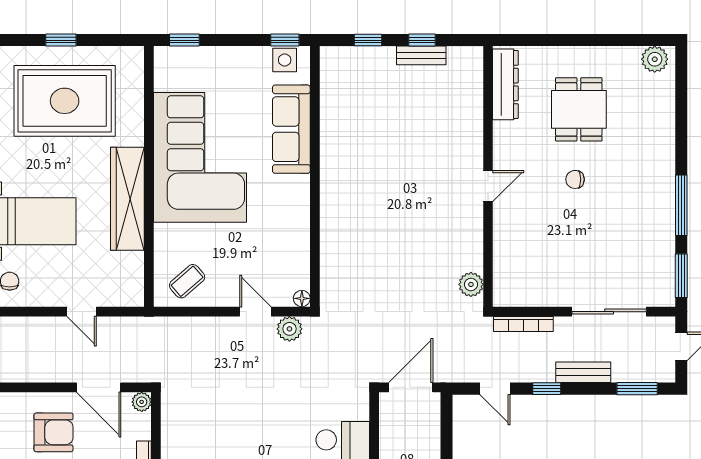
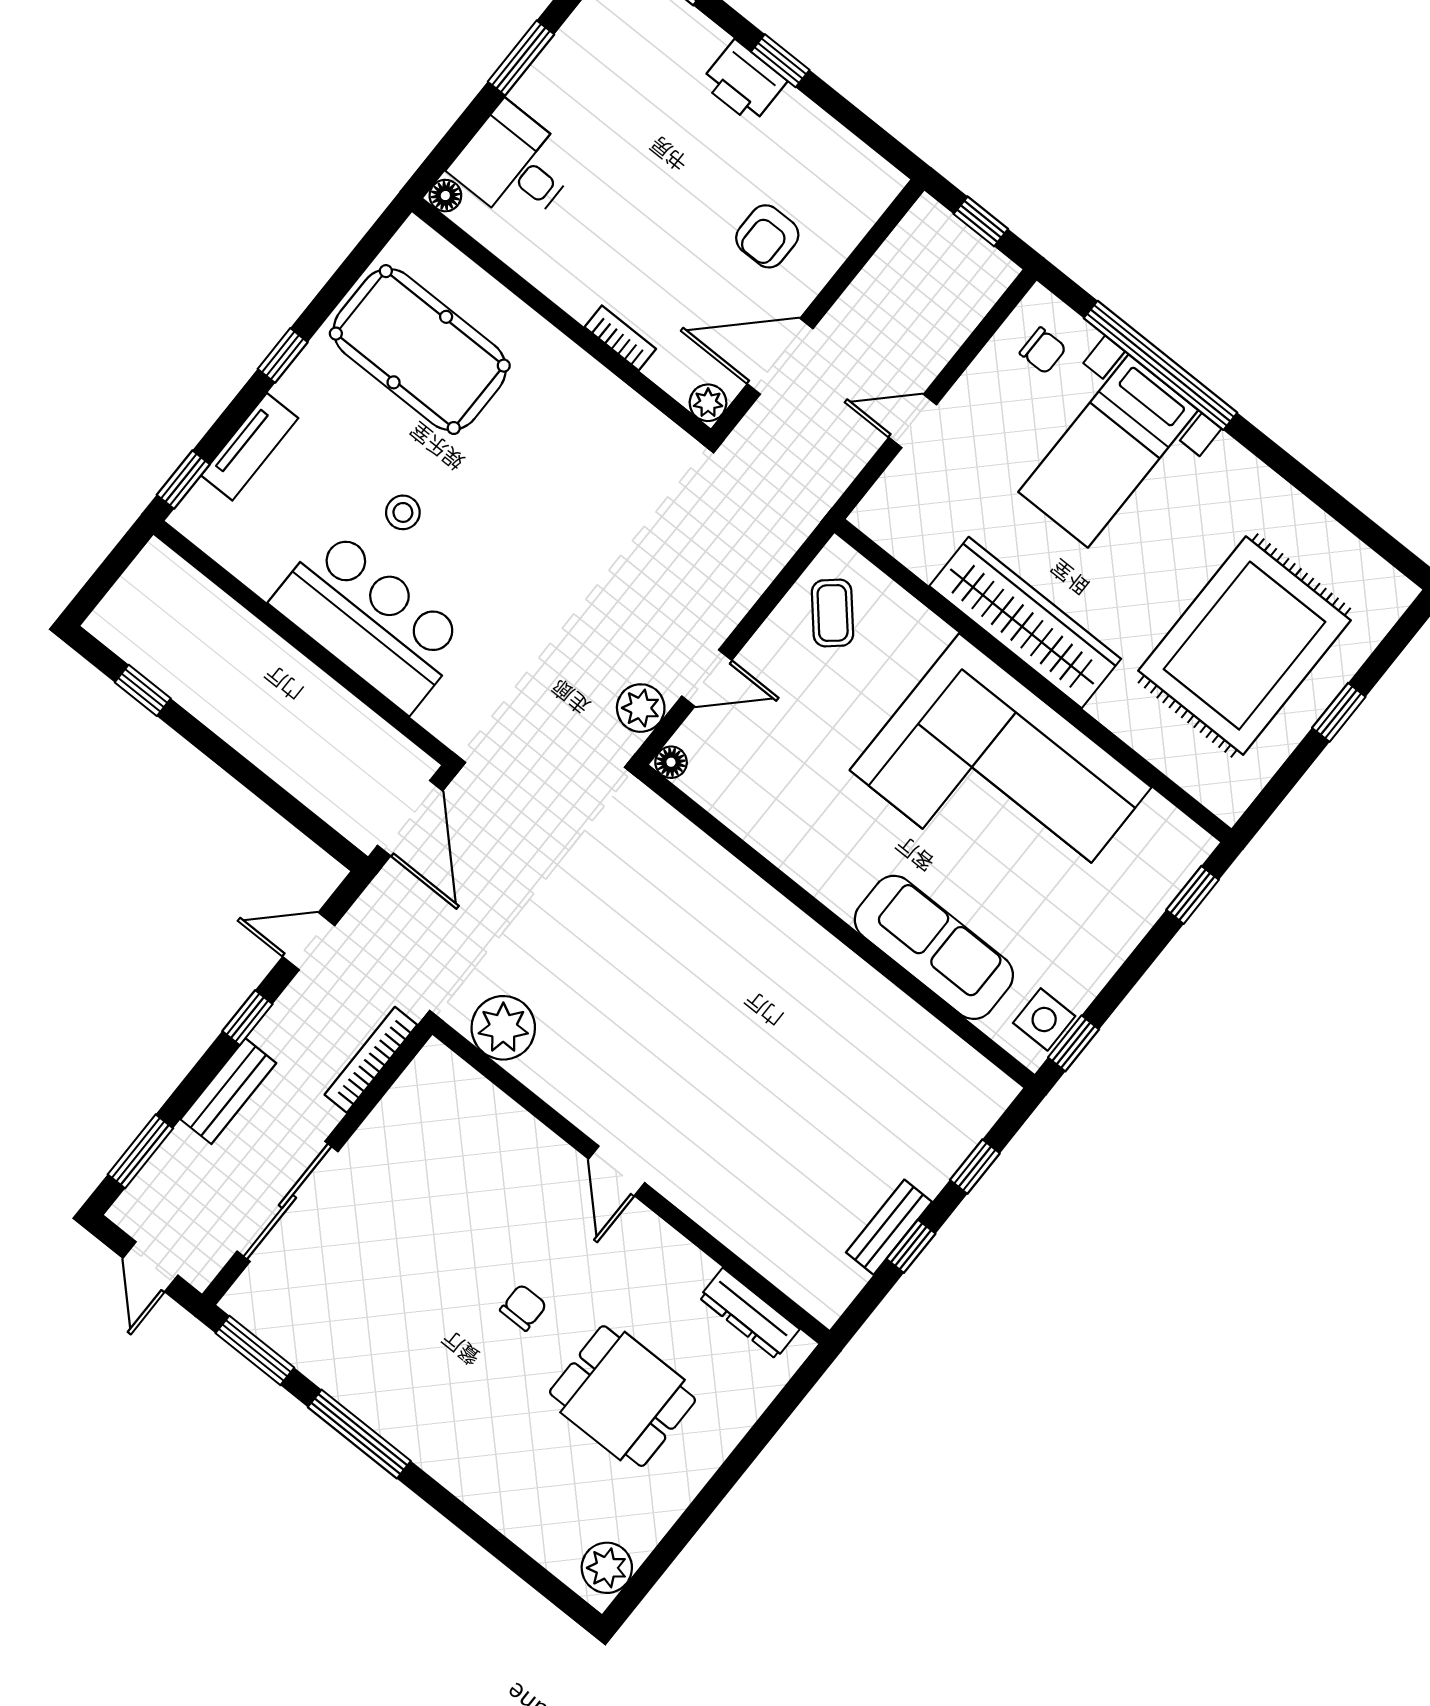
dresser: (505, 84) -> (749, 1313), width x0.73, depth x0.80
plant: (471, 284) -> (503, 1028), width x1.36, depth x1.36
armchair: (54, 432) -> (767, 236), width x0.72, depth x0.72

